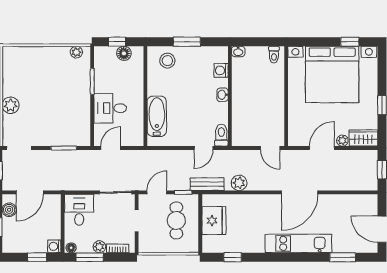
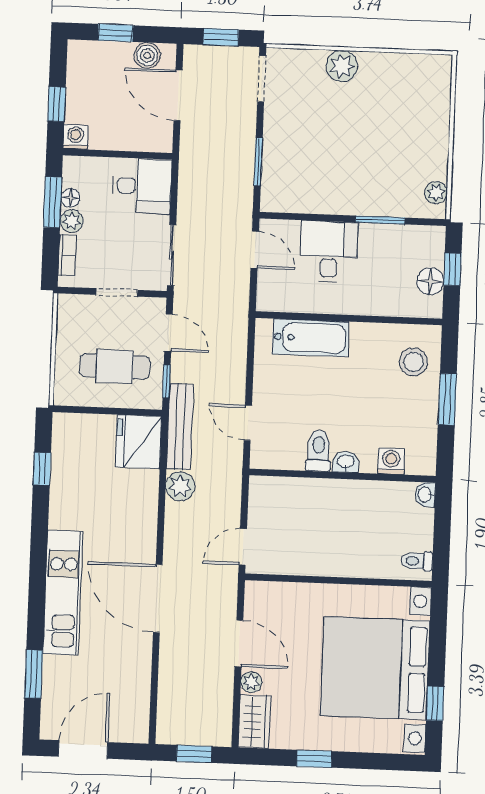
toilet: (221, 135) -> (318, 451), moved, turned -90
bench: (207, 184) -> (180, 427), width x1.36
fridge: (214, 221) -> (139, 442), moved, turned 90
floor lamp: (71, 248) -> (70, 198), moved

